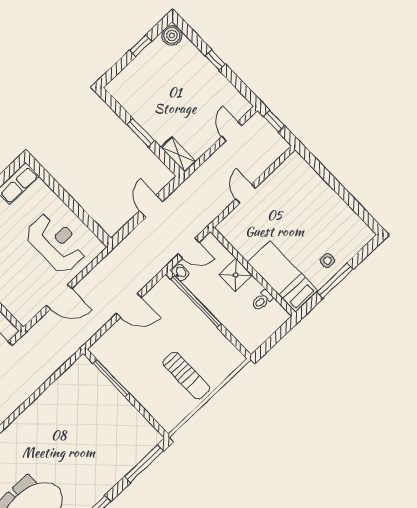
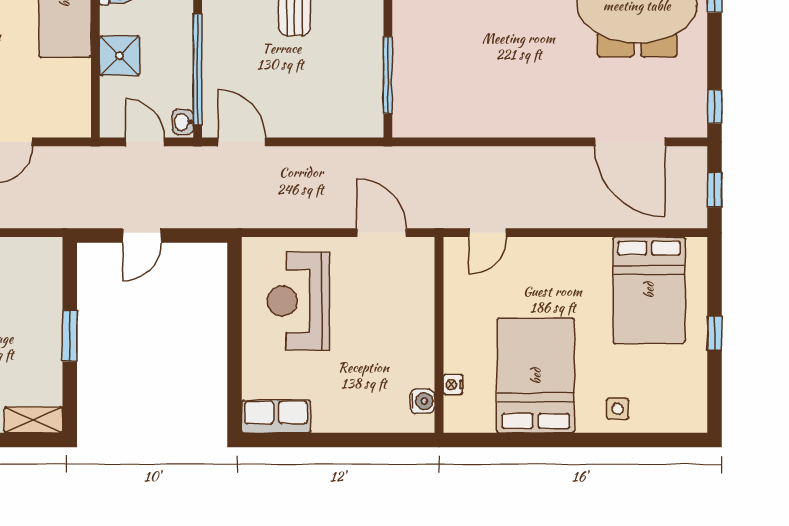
shelving: (178, 154) -> (33, 420), moved, turned 90
door: (59, 297) -> (382, 233), moved
door: (129, 305) -> (242, 142), moved

